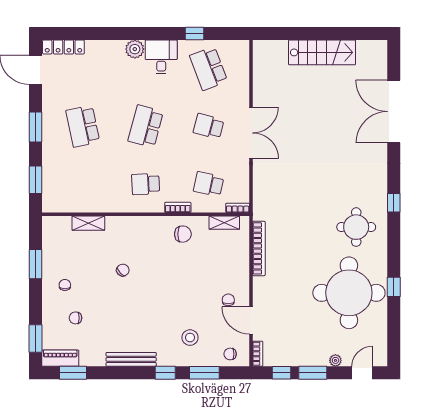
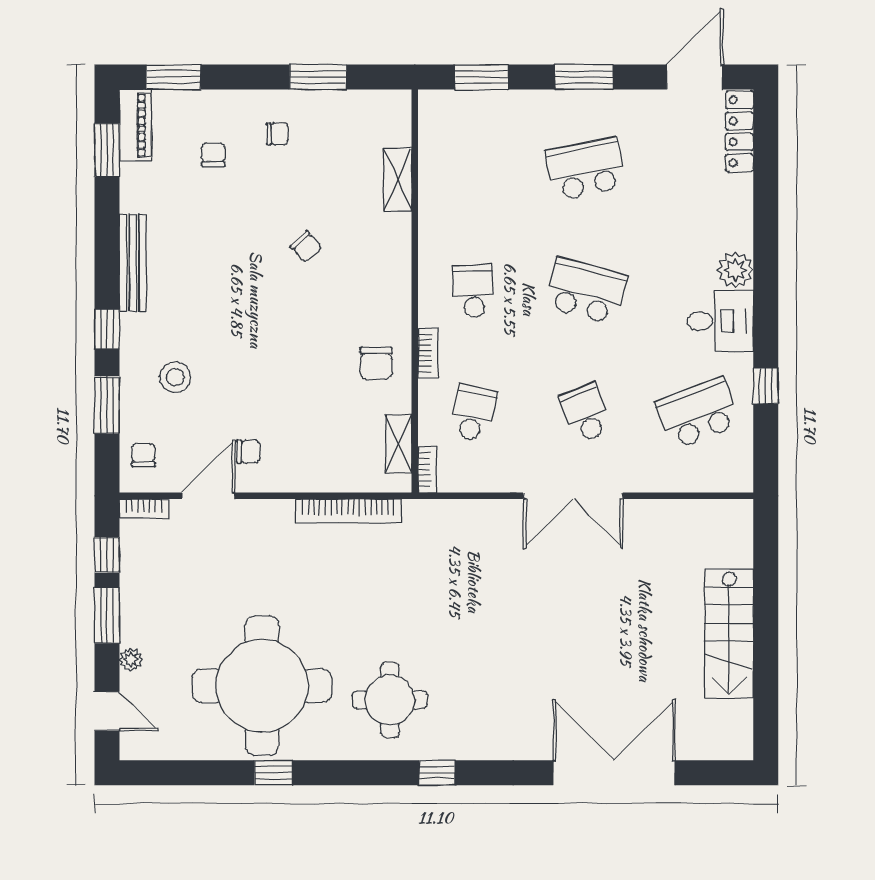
school desk: (209, 126) -> (586, 413), turned -36

